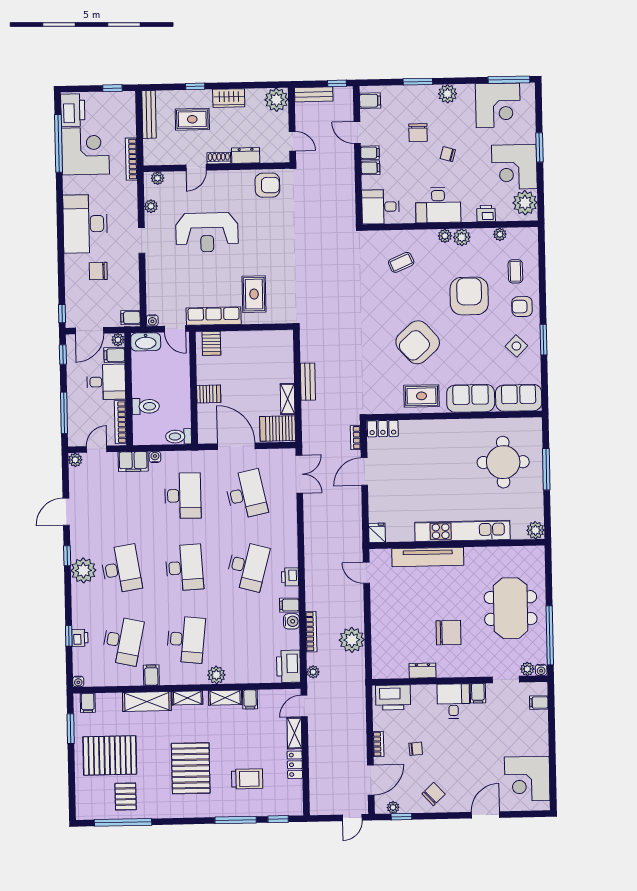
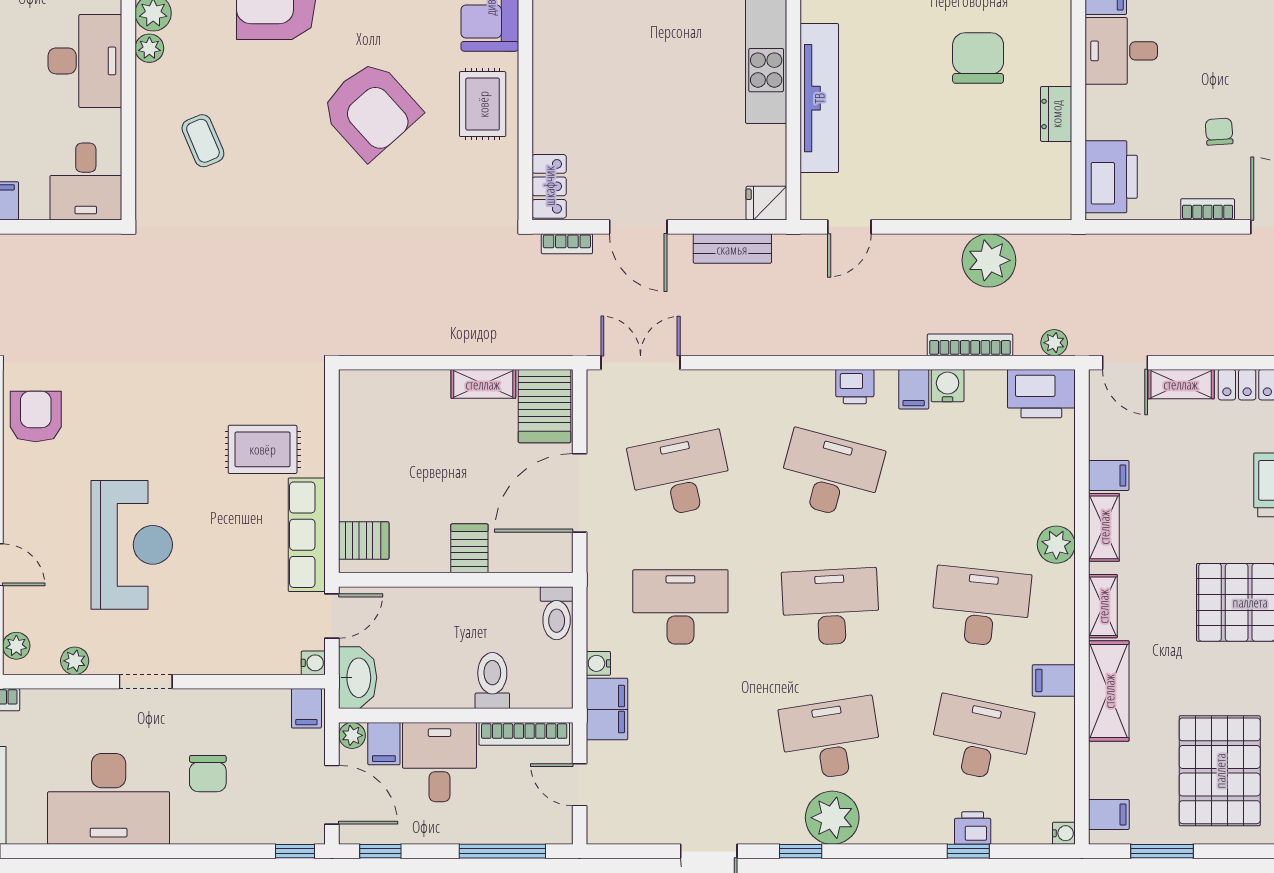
bench: (308, 382) -> (732, 249), moved
plant: (75, 460) -> (601, 830), removed

